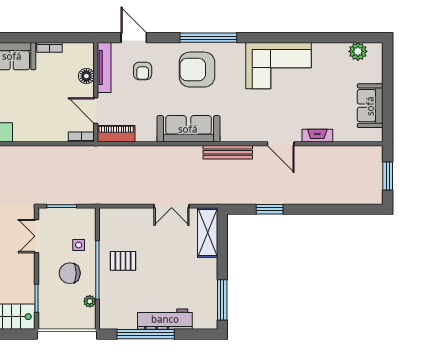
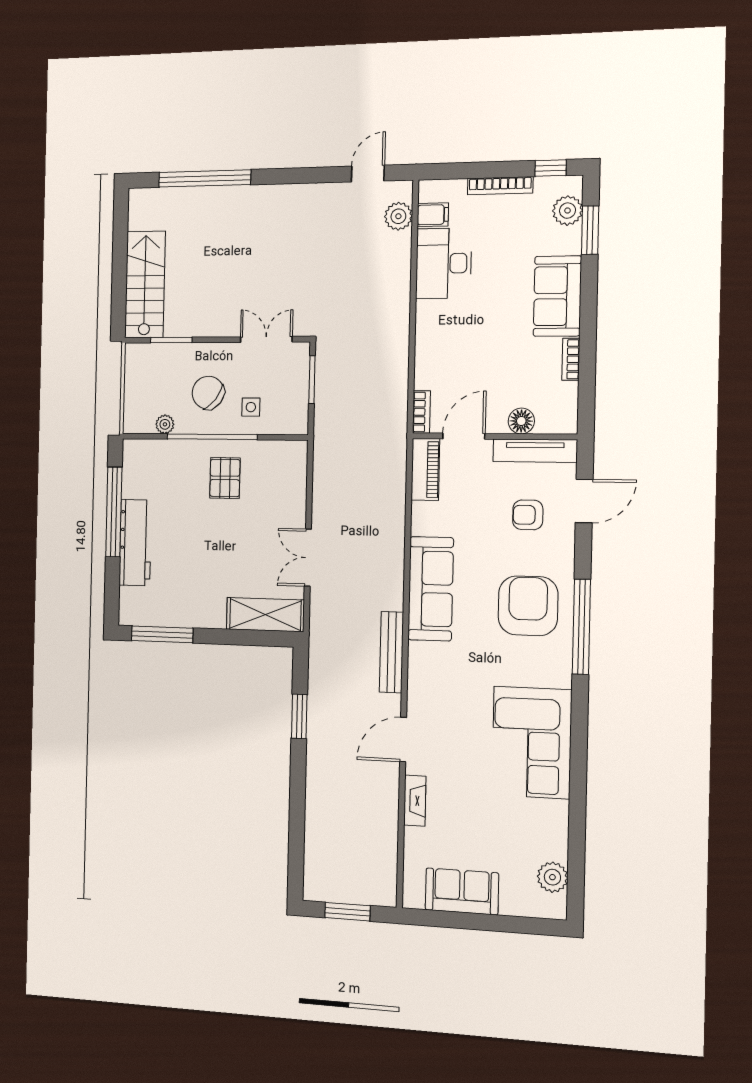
chair: (70, 273) -> (208, 393), turned -52

